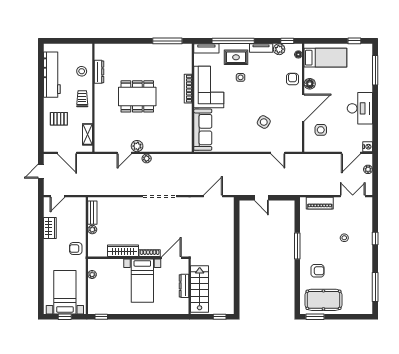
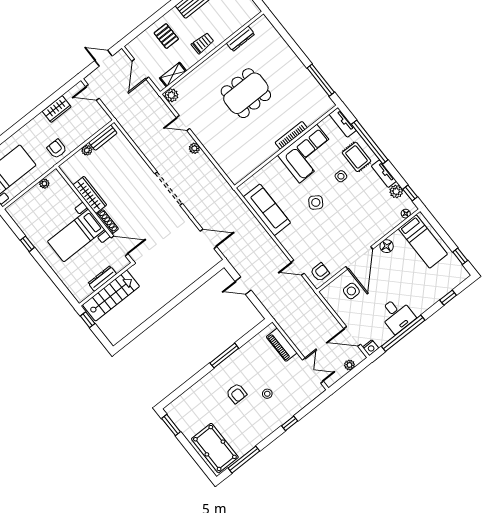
window: (375, 70) -> (448, 298), width x0.46
stool: (82, 71) -> (228, 22), removed
armchair: (292, 79) -> (320, 272), moved
dining table: (137, 96) -> (246, 93), turned 90
door: (303, 108) -> (359, 258), hinge flipped
desk: (360, 108) -> (397, 315), width x0.73
window: (375, 118) -> (403, 333), added
side table: (264, 122) -> (316, 202), moved
sofa: (203, 130) -> (267, 210), moved, turned -90
plant: (137, 146) -> (171, 95), moved
door: (278, 153) -> (298, 268), hinge flipped
door: (261, 198) -> (243, 286), hinge flipped
armchair: (318, 271) -> (237, 393), moved
pool table: (323, 300) -> (215, 448), moved
window: (101, 317) -> (27, 244), moved
window: (220, 317) -> (88, 320), moved

